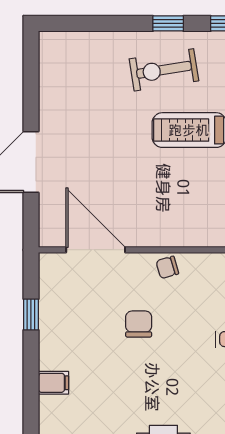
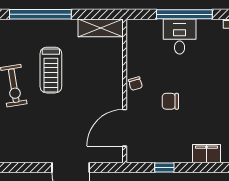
filing cabinet: (54, 383) -> (206, 154), width x2.00

